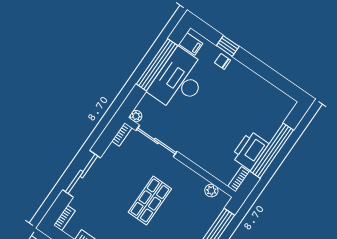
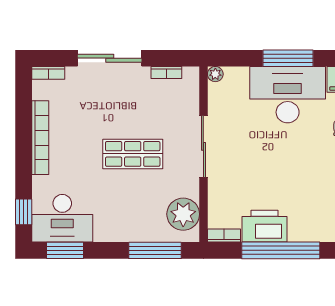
window: (157, 65) -> (288, 58), width x0.68
bookcase: (122, 134) -> (166, 72), moved
sliding door: (156, 141) -> (203, 146), moved
plant: (211, 190) -> (183, 214), width x1.87, depth x1.87

